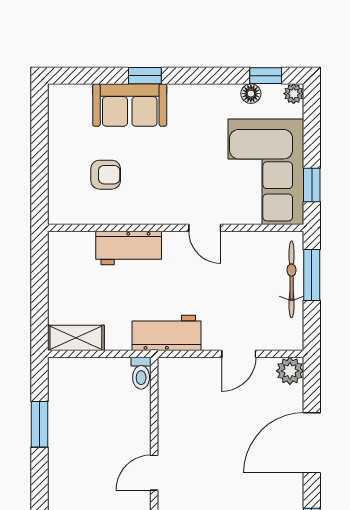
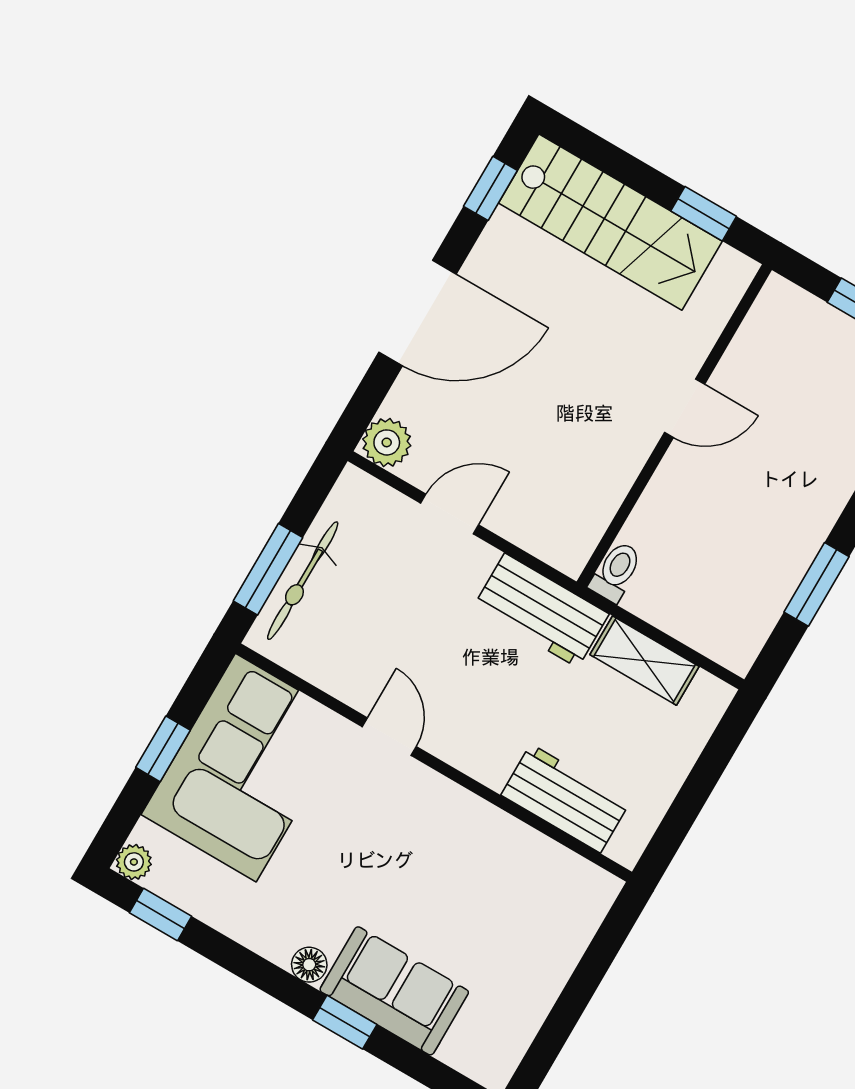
floor lamp: (251, 94) -> (309, 965), moved
armchair: (106, 175) -> (493, 906), removed
window: (312, 185) -> (163, 749), moved
workbench: (129, 248) -> (566, 798), moved
shelving: (76, 338) -> (644, 661), moved

